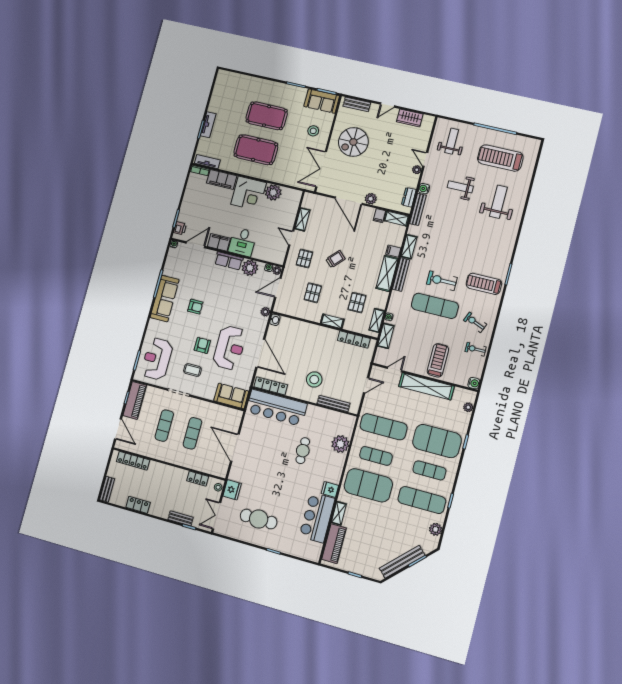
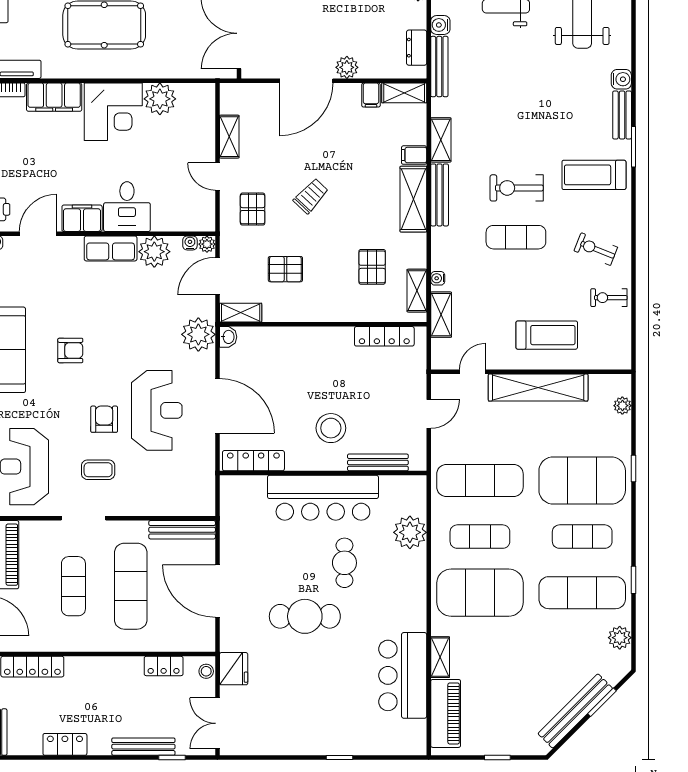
door: (349, 201) -> (306, 81), hinge flipped
bench: (507, 257) -> (622, 115), added
pallet: (313, 293) -> (285, 269), turned 90
exercise mat: (435, 306) -> (516, 237), width x0.73, depth x0.69
plant: (265, 312) -> (198, 334), width x1.88, depth x1.88
shelving: (332, 321) -> (241, 313), moved
treadmill: (438, 360) -> (547, 335), turned 90
water cooler: (474, 383) -> (621, 79), moved
sofa: (231, 396) -> (185, 498), removed
bar counter: (276, 408) -> (323, 498), moved
bench: (226, 412) -> (182, 530), added
exercise mat: (192, 433) -> (131, 586), width x1.36, depth x1.45
fridge: (330, 489) -> (412, 619), removed
bench: (181, 518) -> (143, 747), width x1.36
cafe table: (259, 519) -> (305, 616), moved

